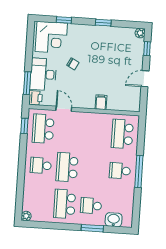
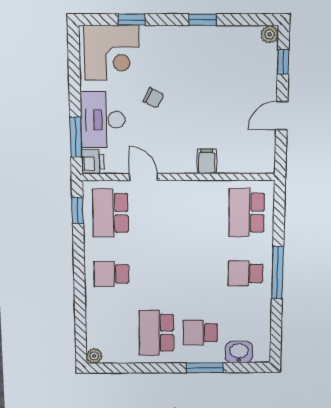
school desk: (67, 167) -> (156, 274), removed

